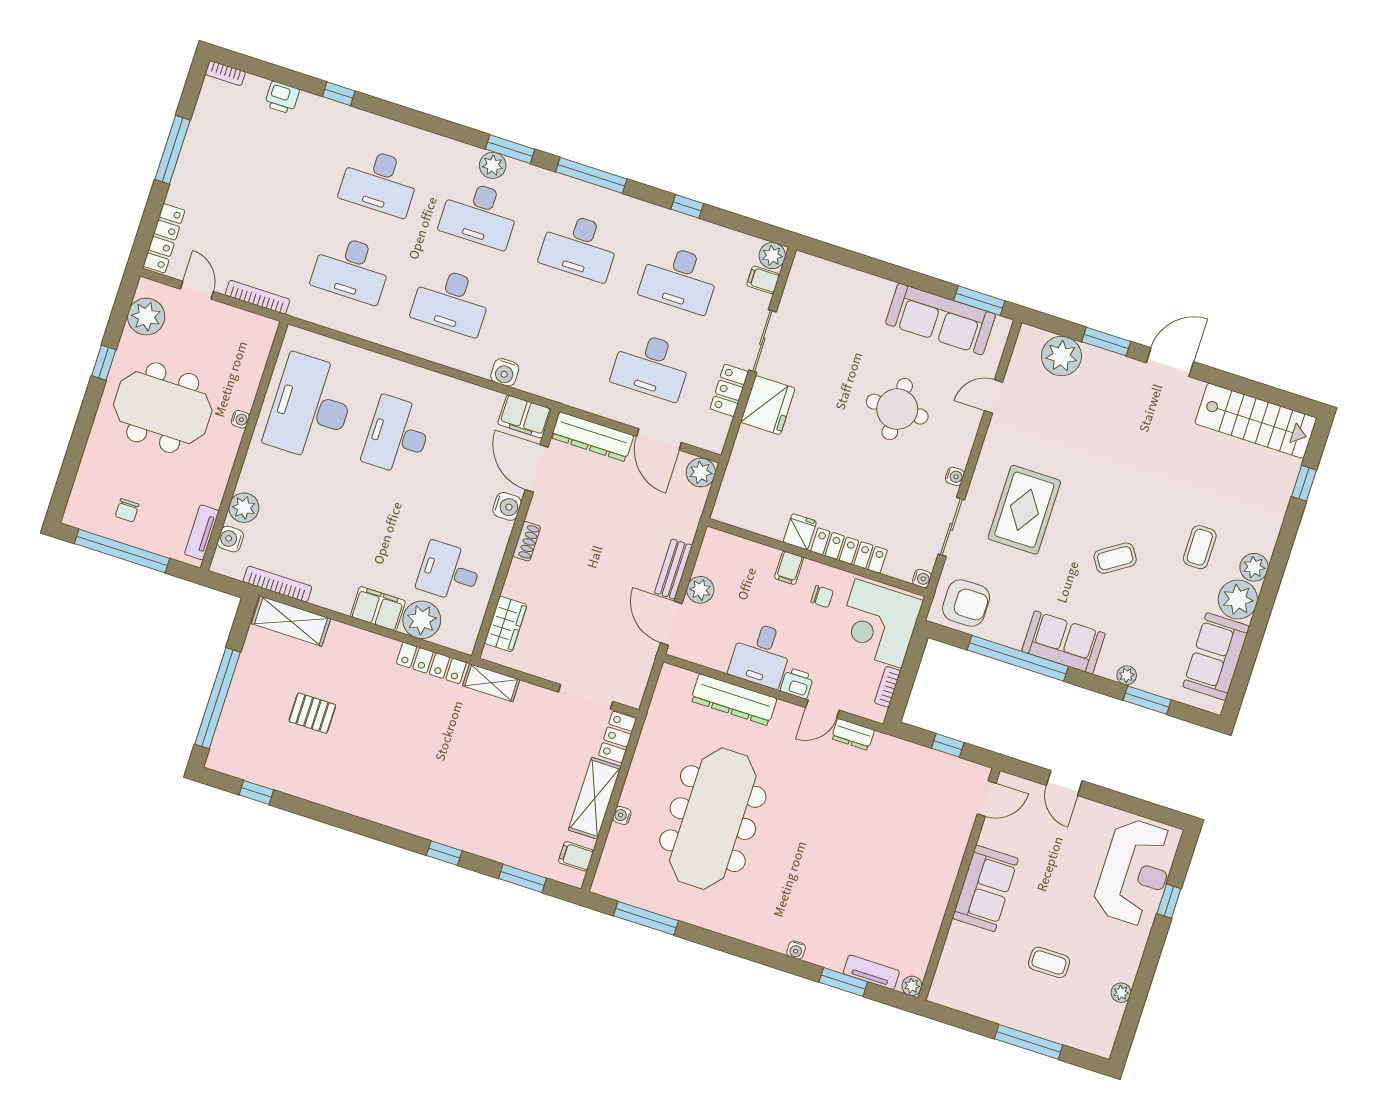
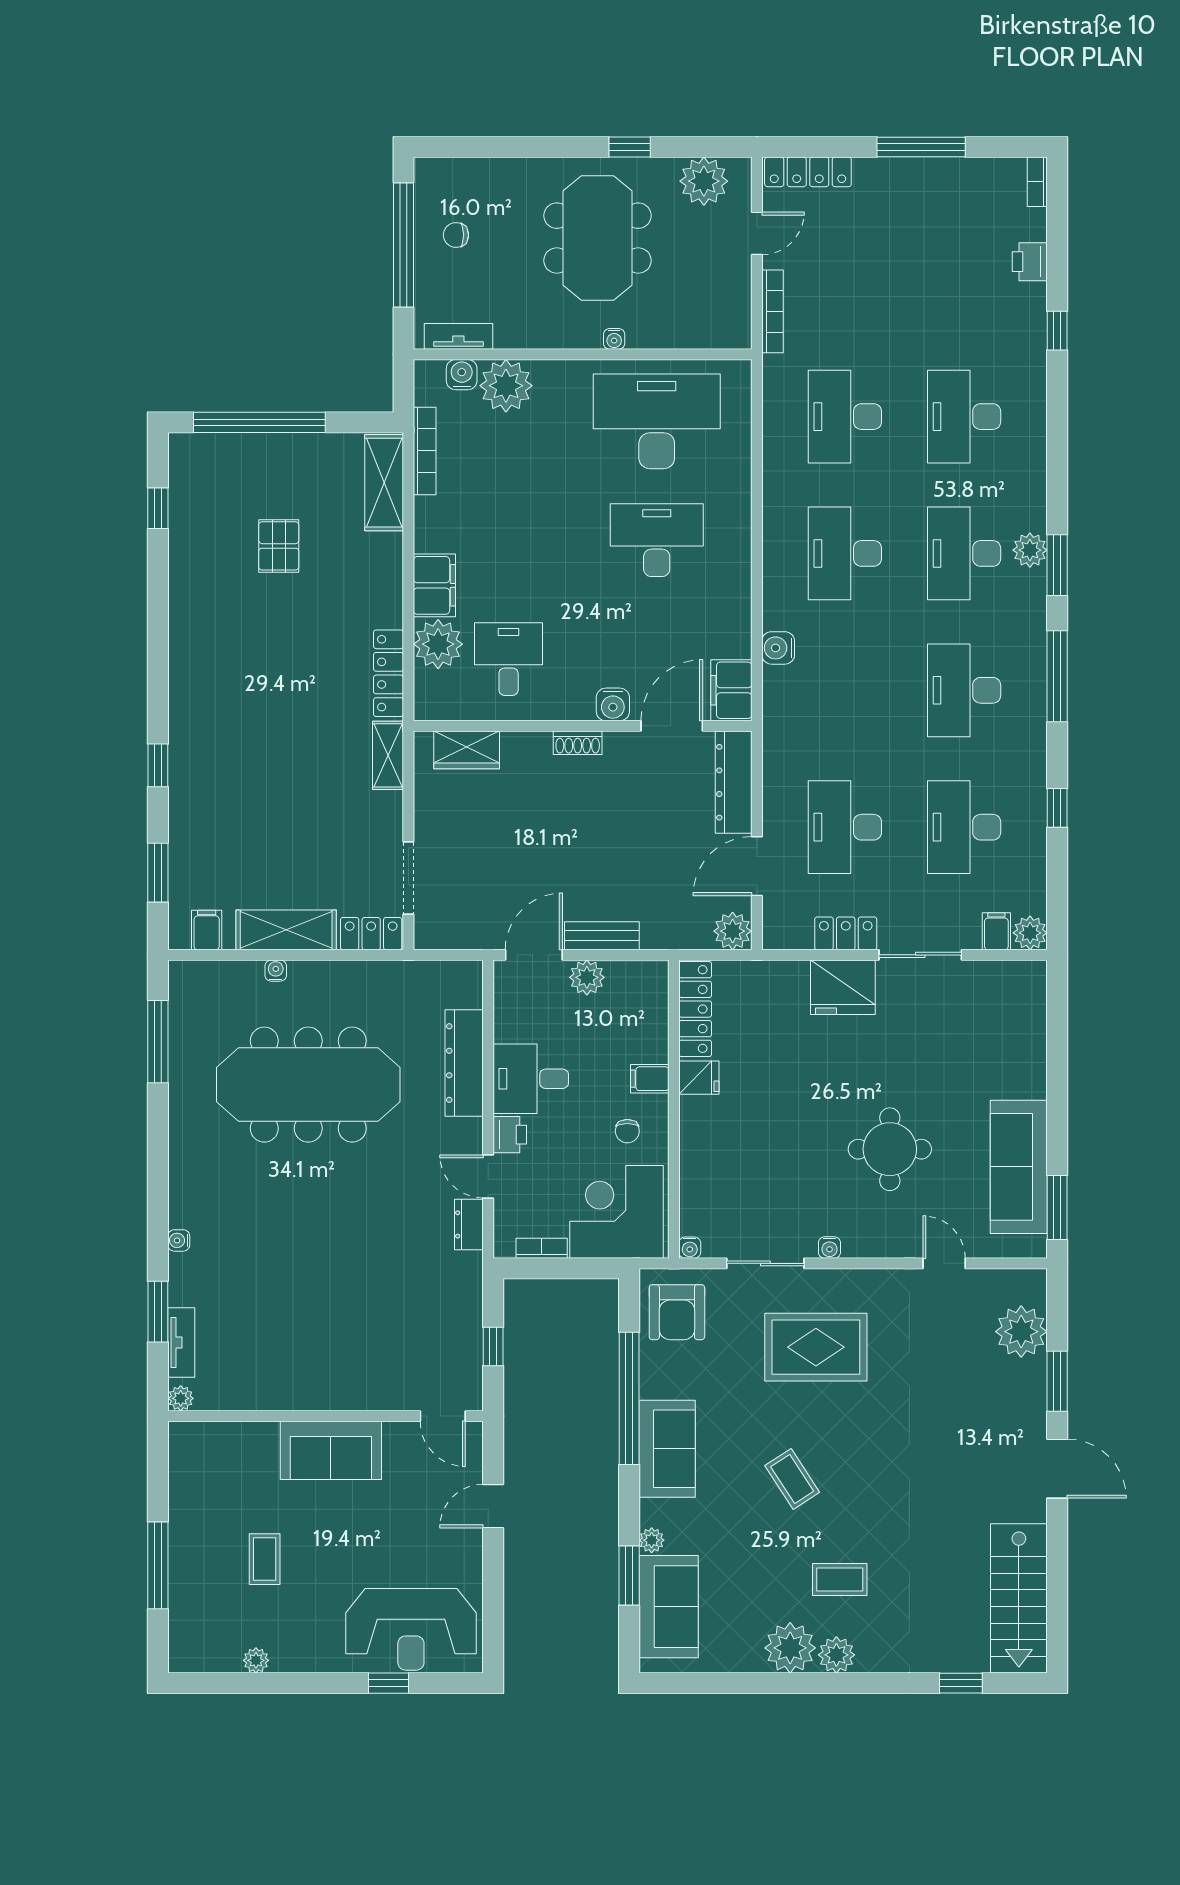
plant: (244, 508) -> (506, 386), width x1.36, depth x1.36
locker: (849, 551) -> (695, 1009), moved
sofa: (1216, 656) -> (669, 1607), moved, turned 90

